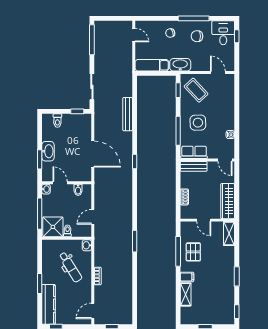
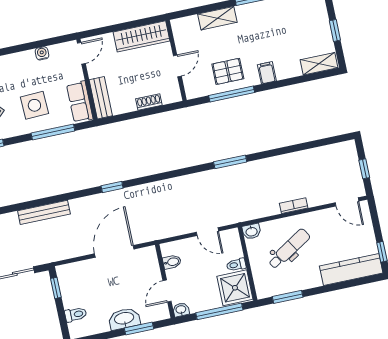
shelving: (229, 234) -> (217, 18), moved
window: (40, 284) -> (288, 297), moved
shelving: (186, 294) -> (319, 64), moved

